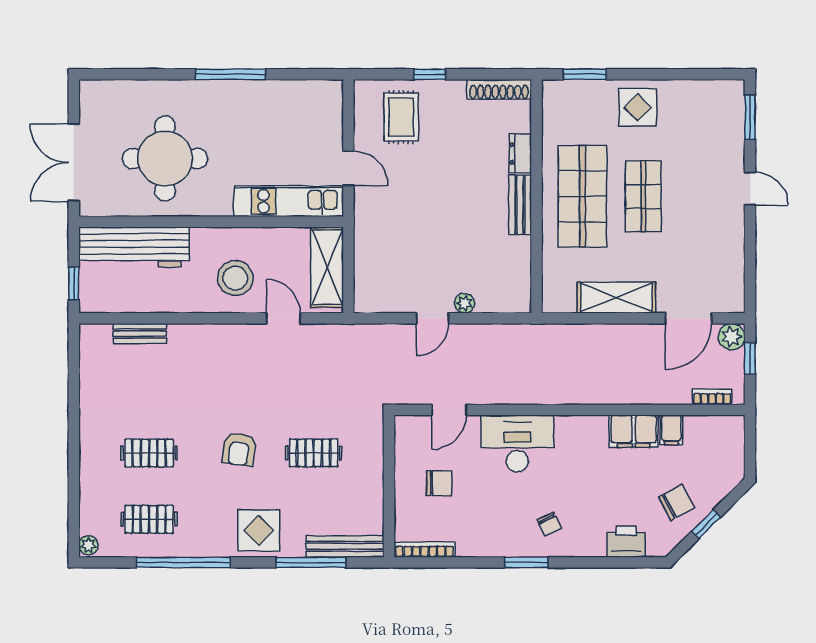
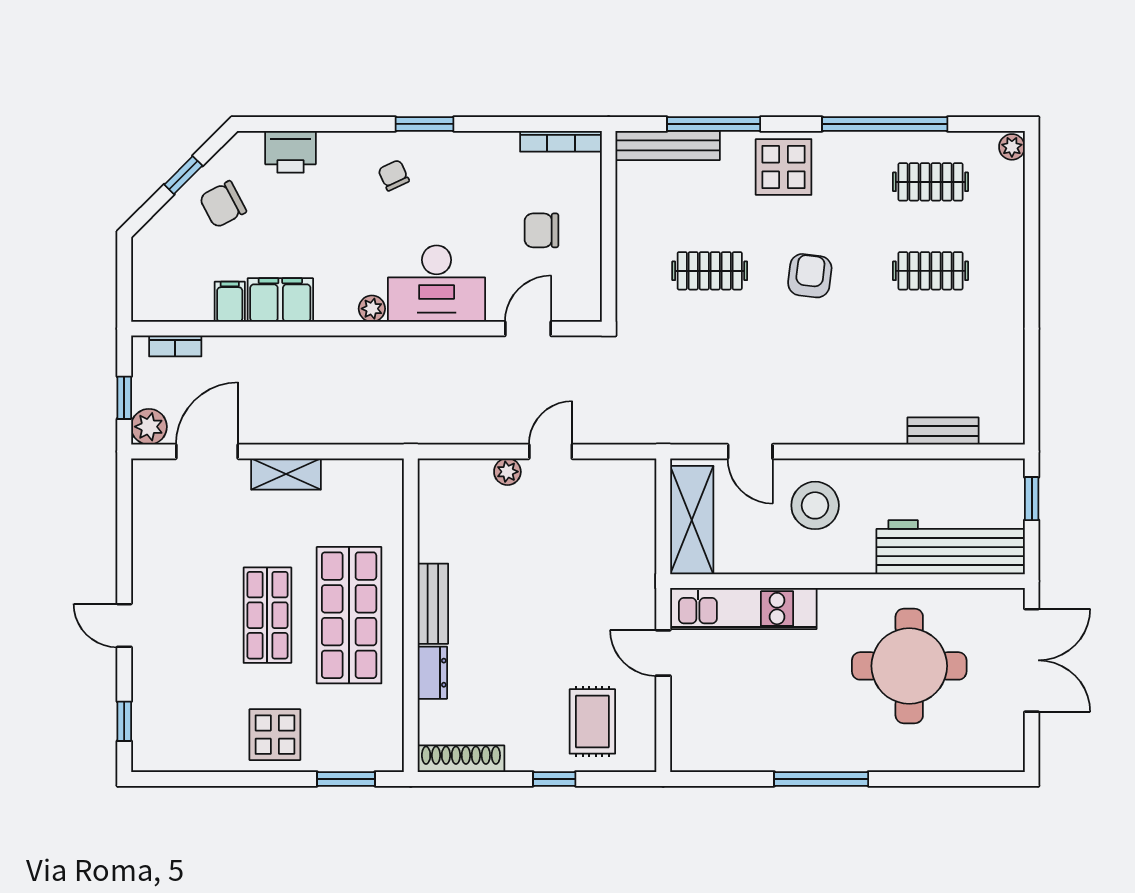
window: (750, 117) -> (124, 721), width x0.67
shelving: (616, 298) -> (286, 474), width x0.67, depth x0.75
plant: (565, 425) -> (372, 309), added

